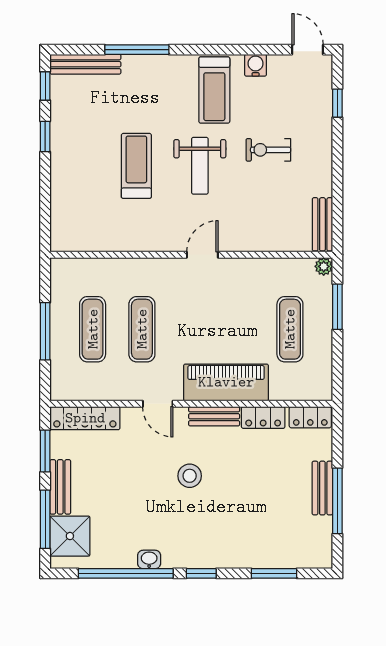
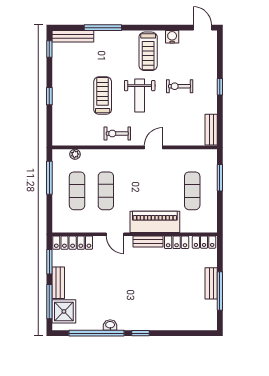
window: (337, 103) -> (220, 87), moved
window: (45, 136) -> (49, 96), moved
exercise bike: (161, 231) -> (117, 134), added
door: (202, 255) -> (154, 147), moved
plant: (324, 266) -> (75, 154), moved
window: (45, 331) -> (49, 178), moved
stool: (190, 476) -> (134, 276), removed
window: (274, 573) -> (183, 333), removed

